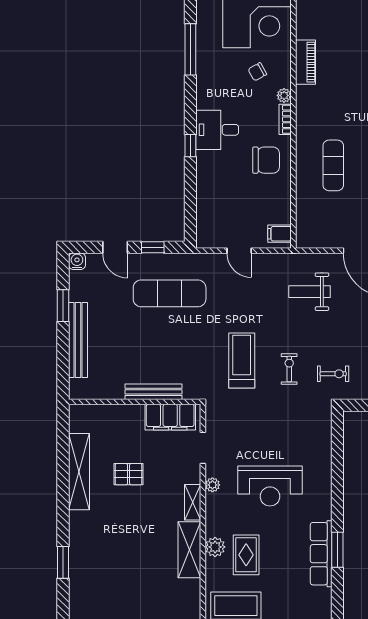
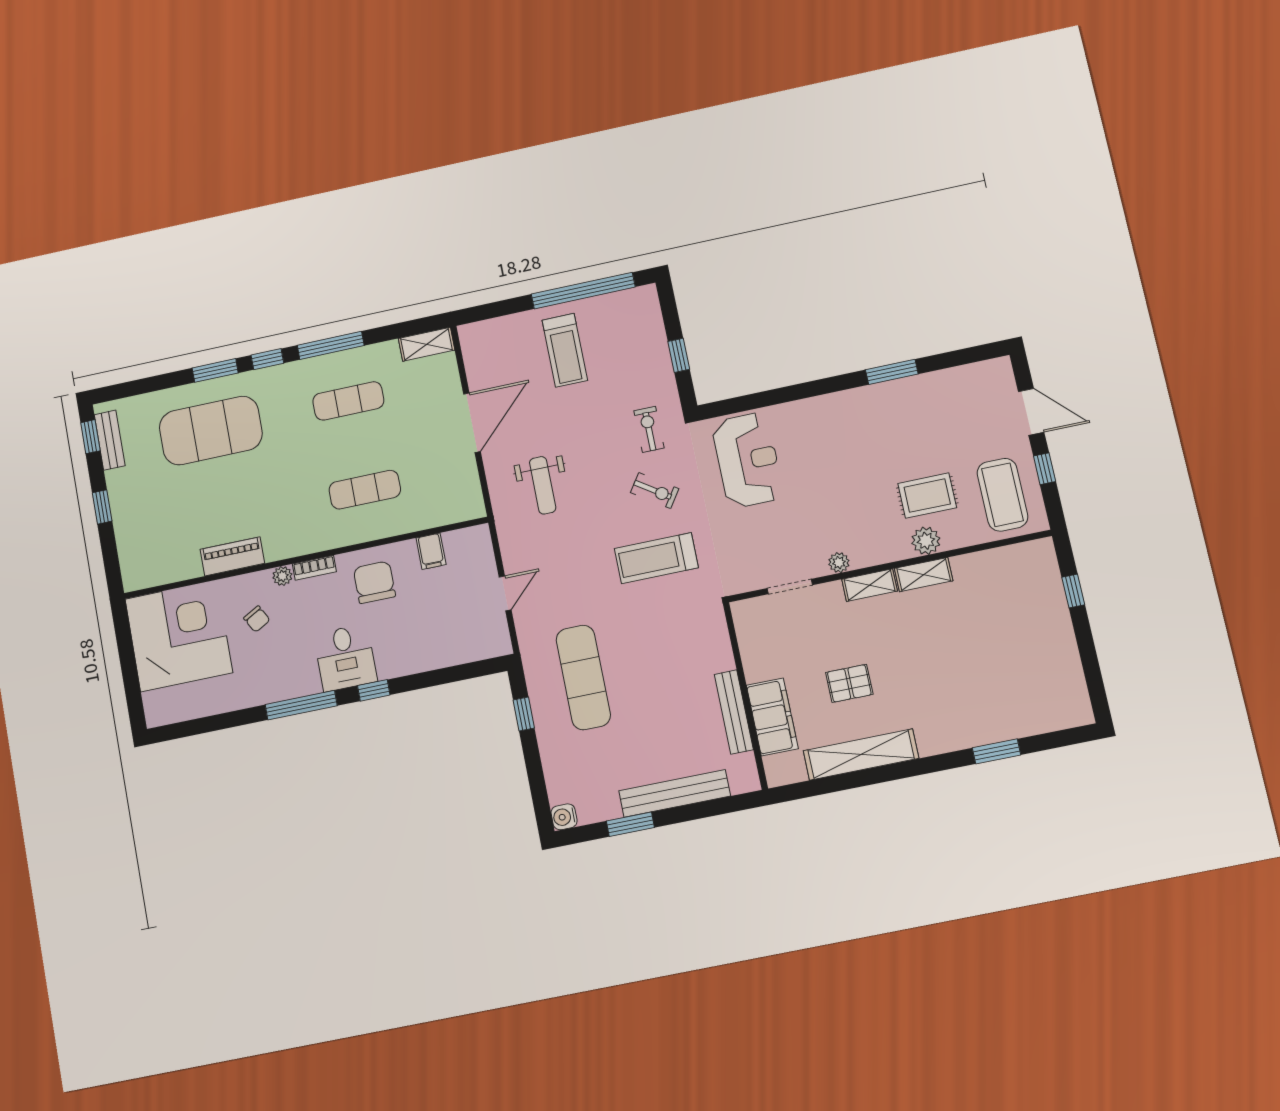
window: (190, 49) -> (301, 705), moved
filing cabinet: (280, 234) -> (431, 551), moved
door: (115, 247) -> (534, 767), removed
exercise bike: (289, 369) -> (655, 491), turned -146
bench: (154, 392) -> (734, 712), moved
filing cabinet: (170, 417) -> (772, 717), moved
pallet: (129, 474) -> (849, 683), turned 90
reception desk: (270, 486) -> (748, 460), moved
shelving: (189, 550) -> (924, 575), width x0.67, depth x0.75
row of seats: (321, 554) -> (902, 393), removed

